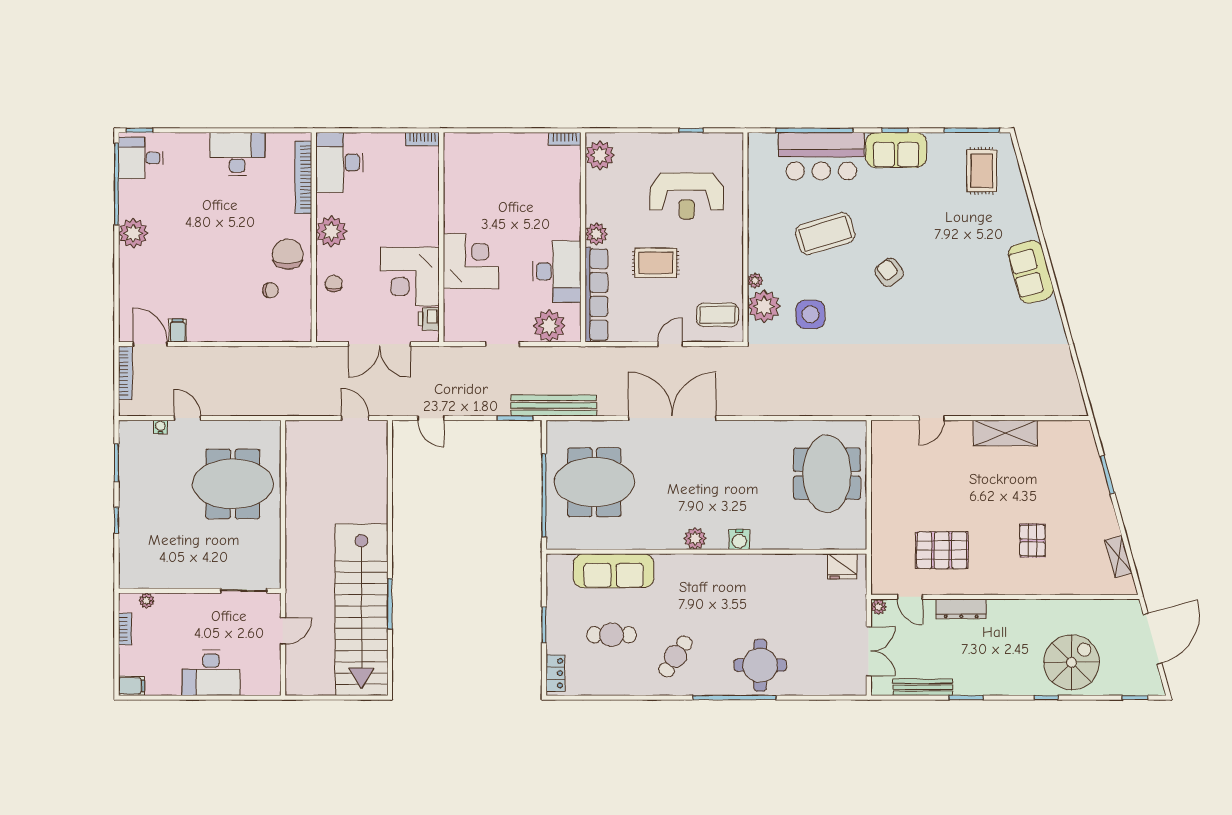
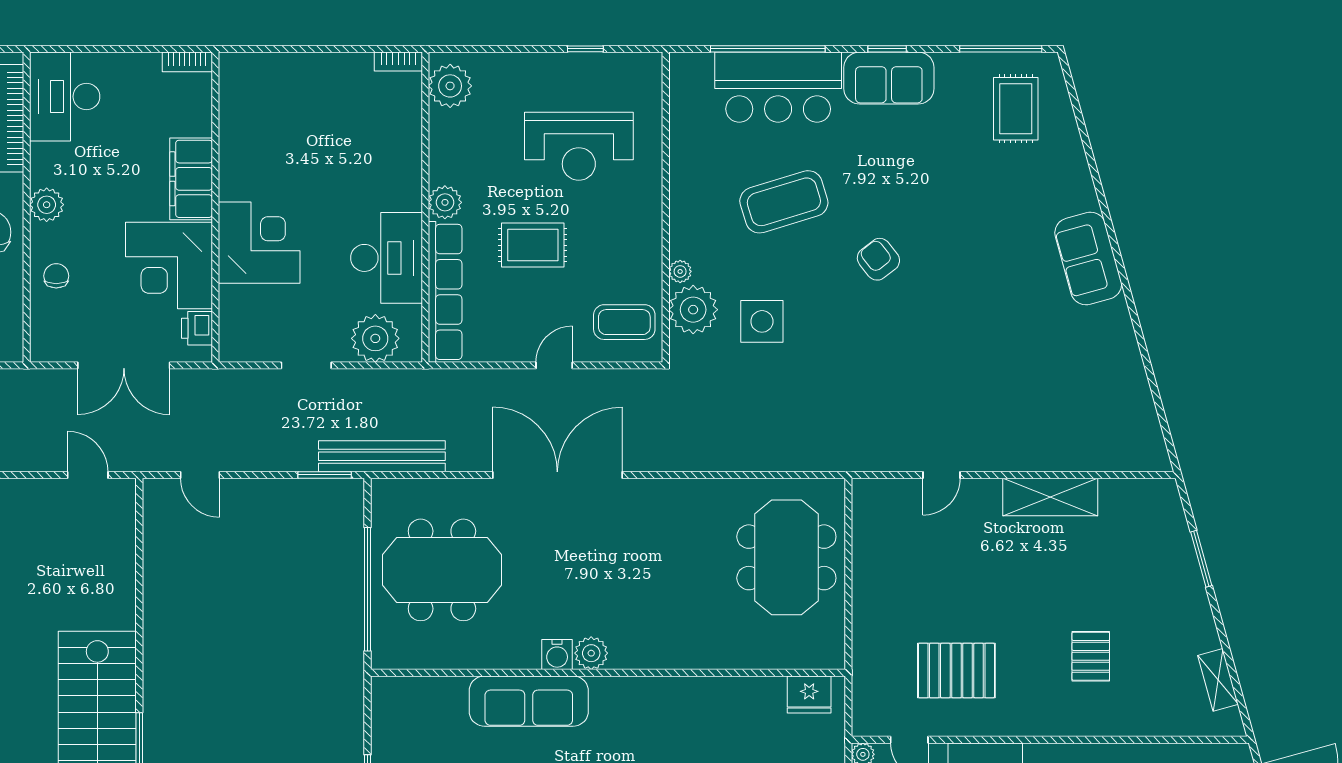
filing cabinet: (425, 218) -> (191, 179), added
plant: (331, 231) -> (47, 205), width x0.73, depth x0.73
water cooler: (739, 539) -> (557, 655), moved
sofa: (614, 571) -> (529, 701), moved

